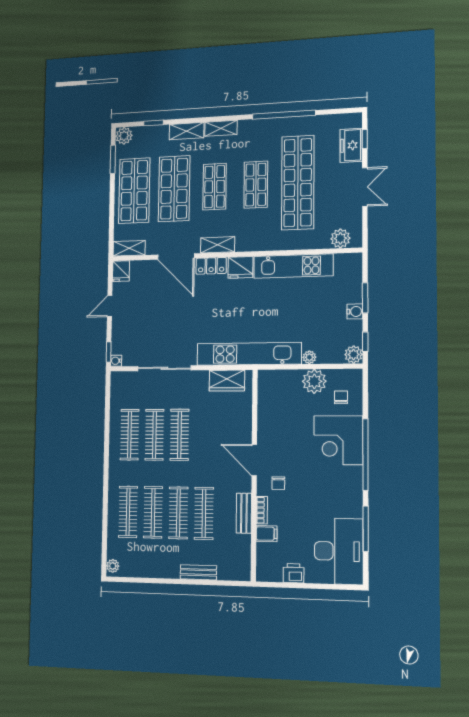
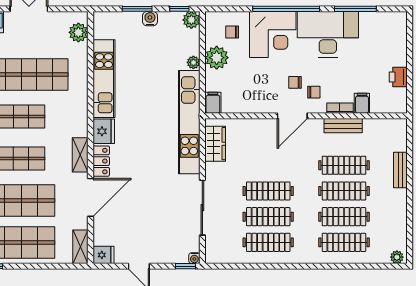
filing cabinet: (268, 378) -> (213, 103), added
chair: (288, 463) -> (295, 82), added
desk: (339, 551) -> (328, 34), moved

